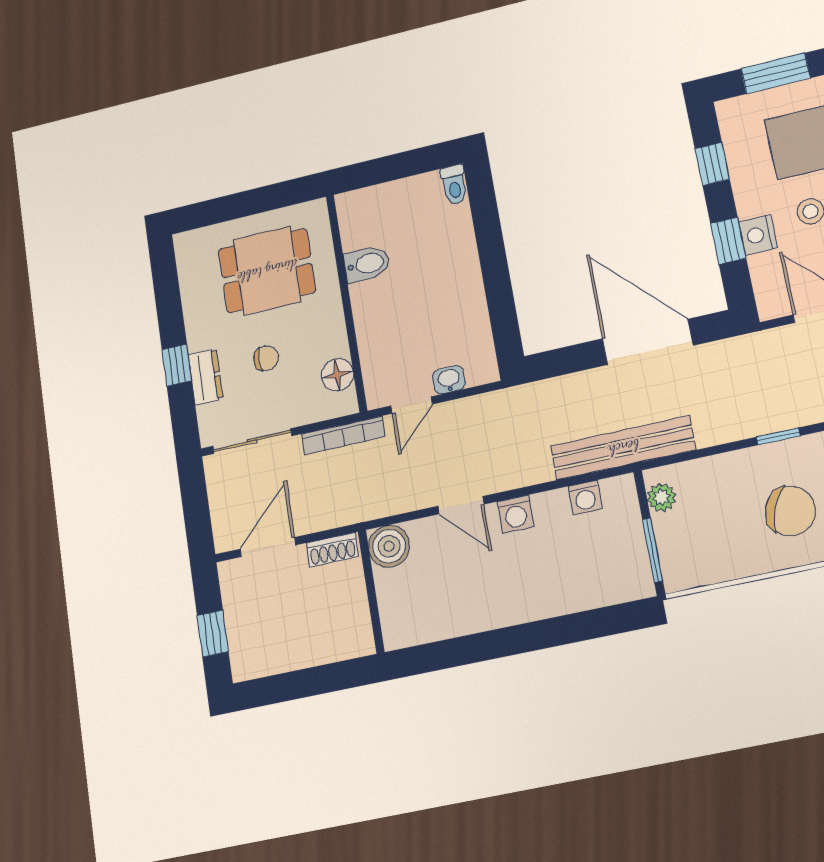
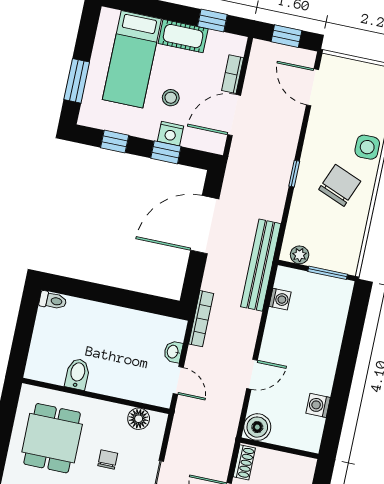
bookcase: (343, 435) -> (201, 319), moved
washing machine: (516, 514) -> (318, 405), moved, turned 180

